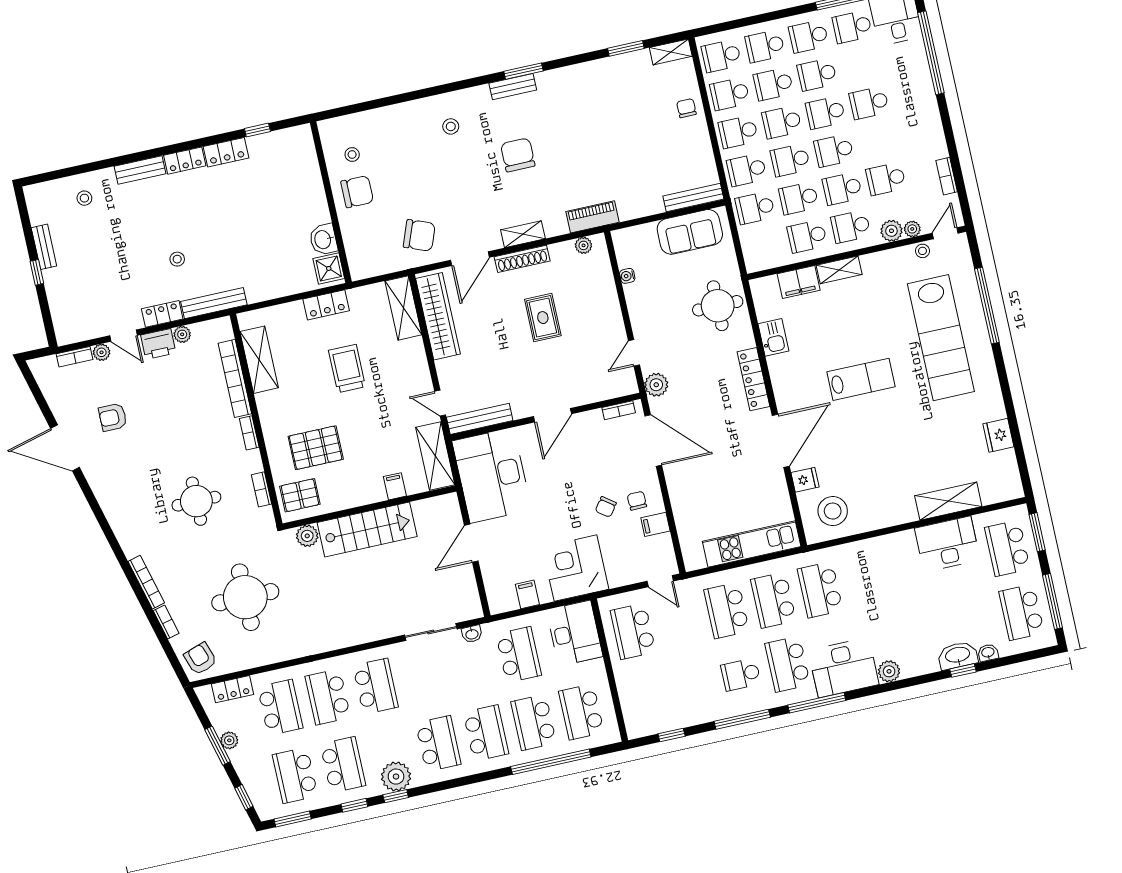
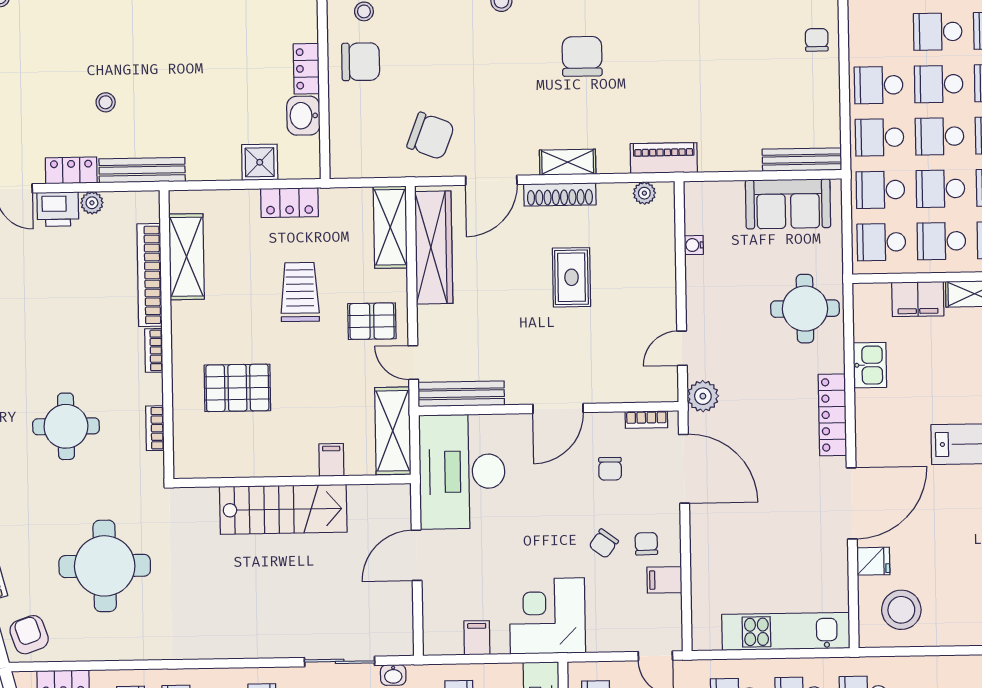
school desk: (730, 94) -> (881, 242), moved
locker: (319, 205) -> (306, 69), added
shower: (329, 268) -> (260, 162), moved
chair: (599, 451) -> (610, 469), added
pallet: (300, 495) -> (372, 321), moved
plant: (307, 536) -> (203, 502), removed

